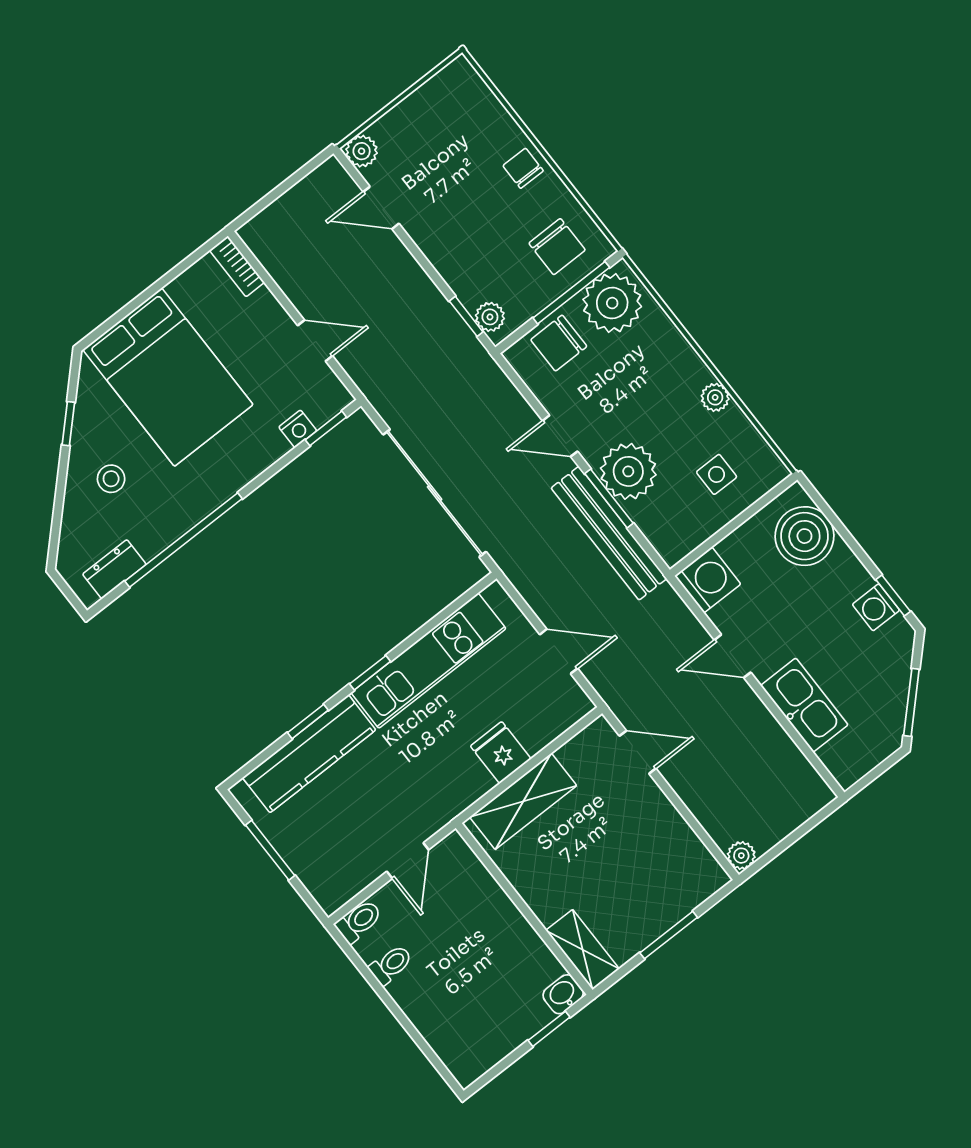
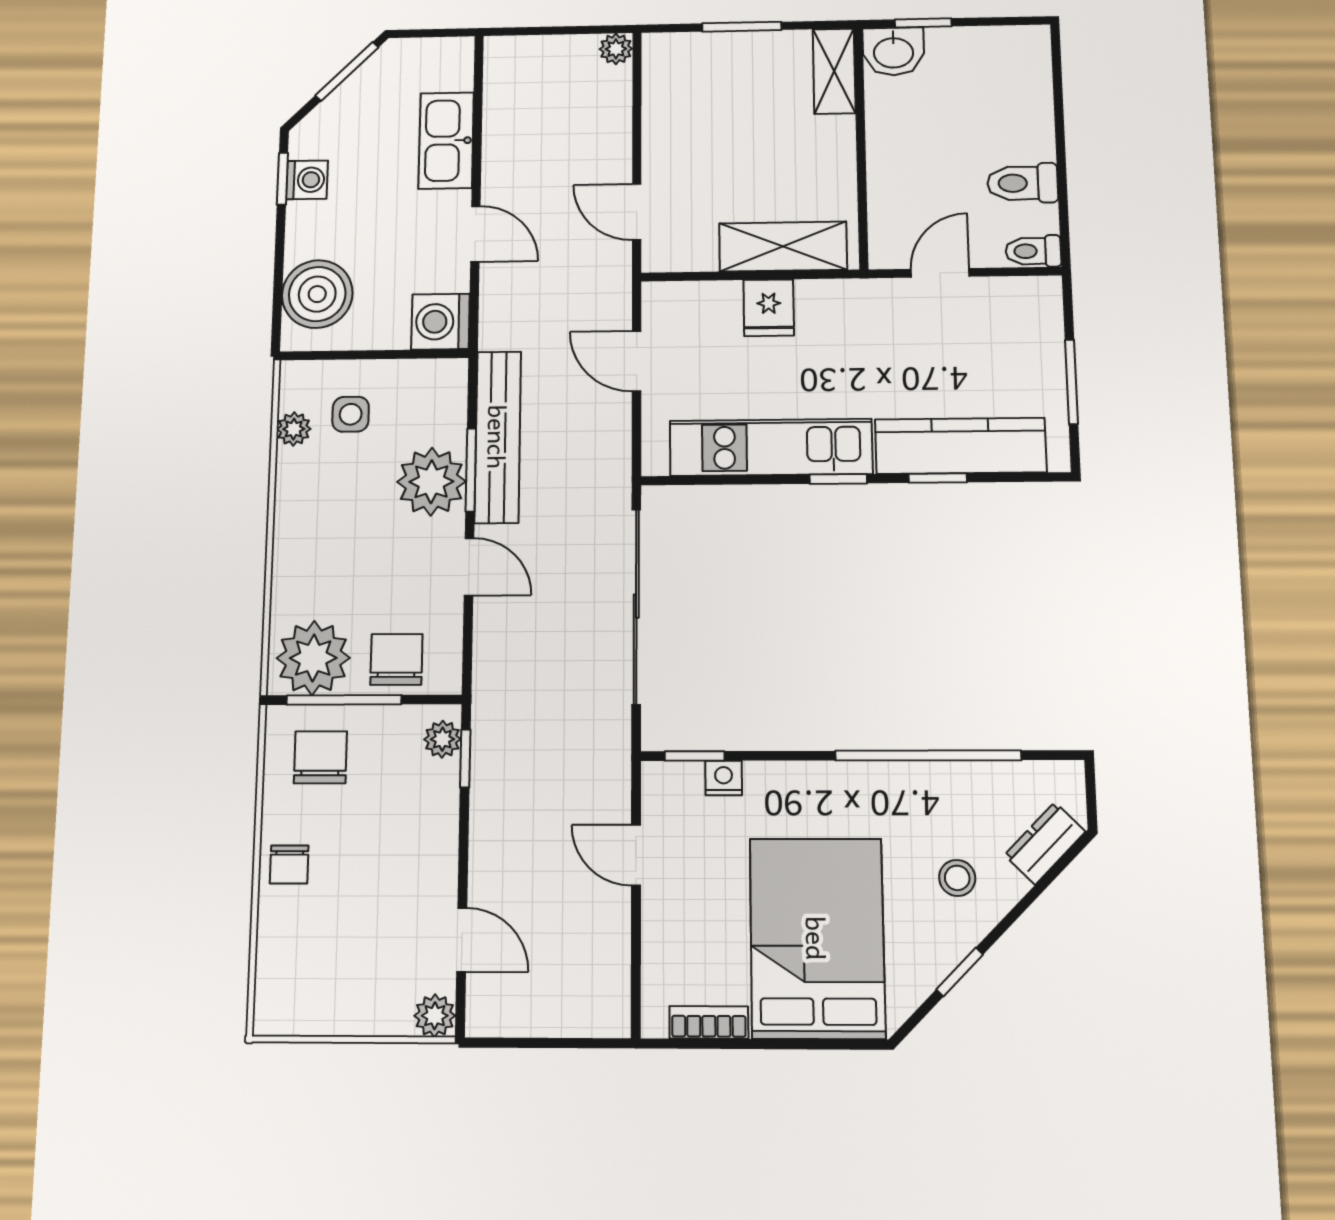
bookcase: (237, 266) -> (709, 1022), moved, turned -90
chair: (559, 343) -> (396, 659), turned -90
plant: (715, 397) -> (294, 429), moved
dresser: (114, 569) -> (1045, 843), moved, turned 135
toilet: (391, 965) -> (1023, 183), width x1.37, depth x1.39
washbasin: (563, 994) -> (893, 51), width x1.38, depth x1.45

